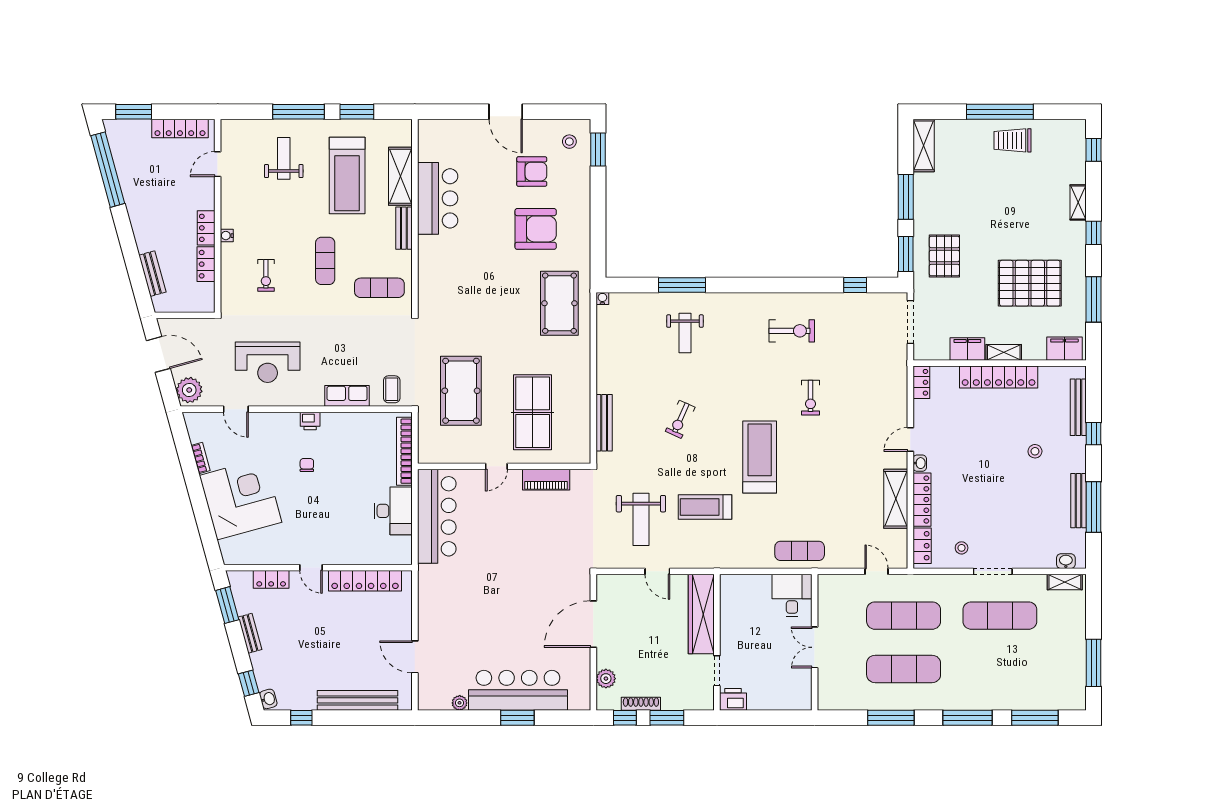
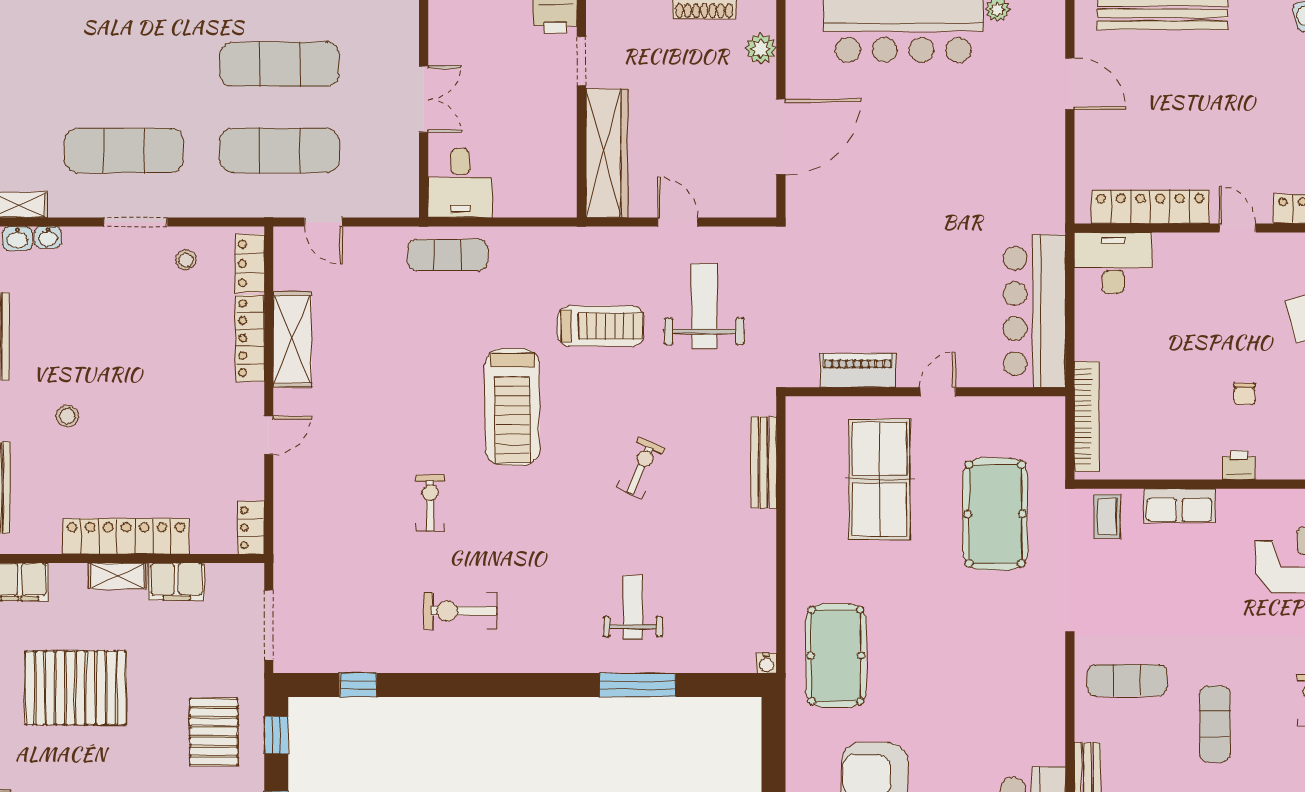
window: (906, 254) -> (276, 735), width x0.67
washbasin: (920, 463) -> (48, 237), moved, turned -90
desk: (393, 511) -> (1113, 263), moved, turned 90

